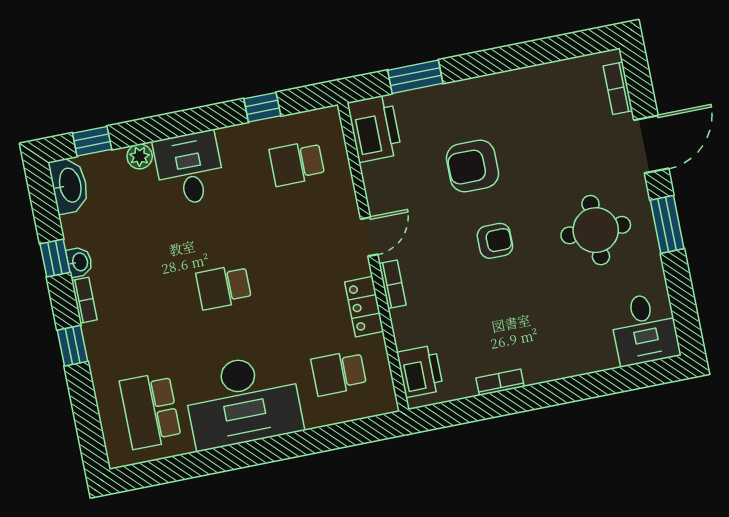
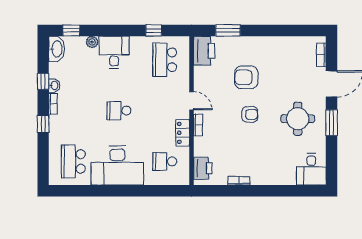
school desk: (297, 163) -> (165, 60), width x1.85
door: (369, 237) -> (192, 101), hinge flipped

